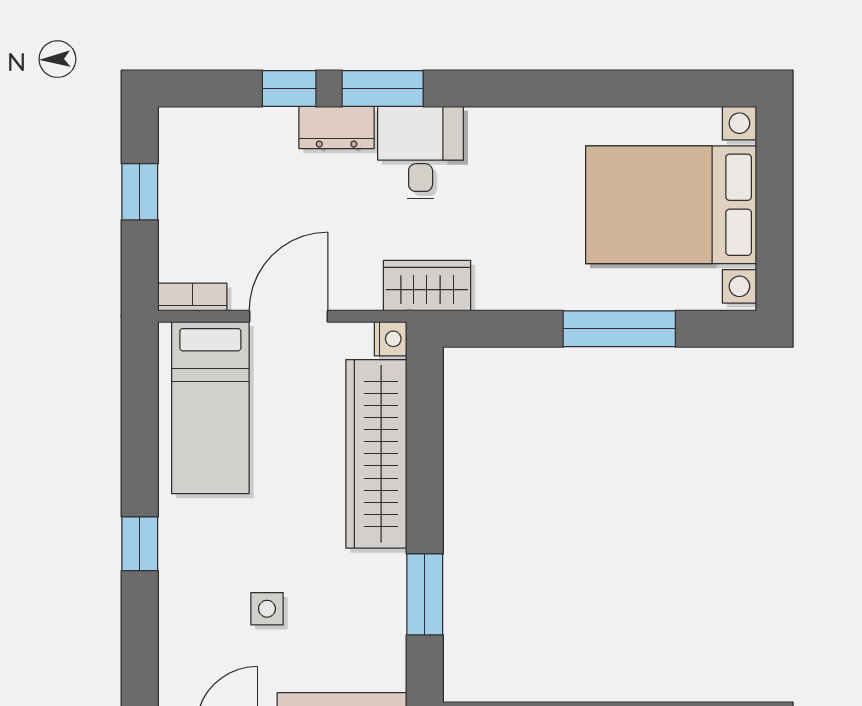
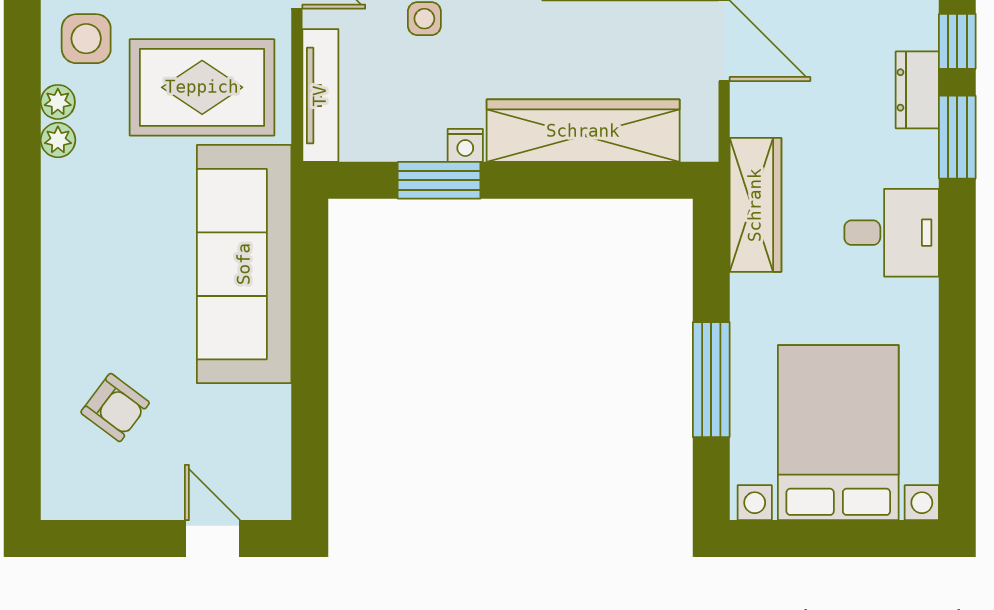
desk: (421, 153) -> (892, 233), moved
wardrobe: (427, 286) -> (755, 205), width x1.50
nightstand: (391, 339) -> (465, 145), moved

